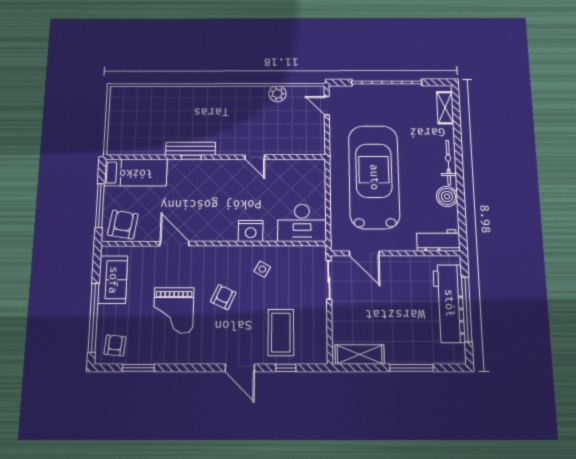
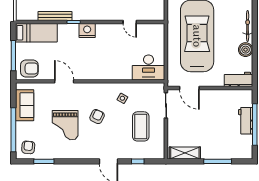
bench: (191, 149) -> (55, 16), moved
door: (255, 157) -> (130, 22), moved
armchair: (123, 225) -> (29, 69), turned 81
nightstand: (251, 231) -> (87, 31), moved, turned 180
workbench: (449, 303) -> (246, 121), width x0.53, depth x0.76
coffee table: (281, 333) -> (141, 126), moved

